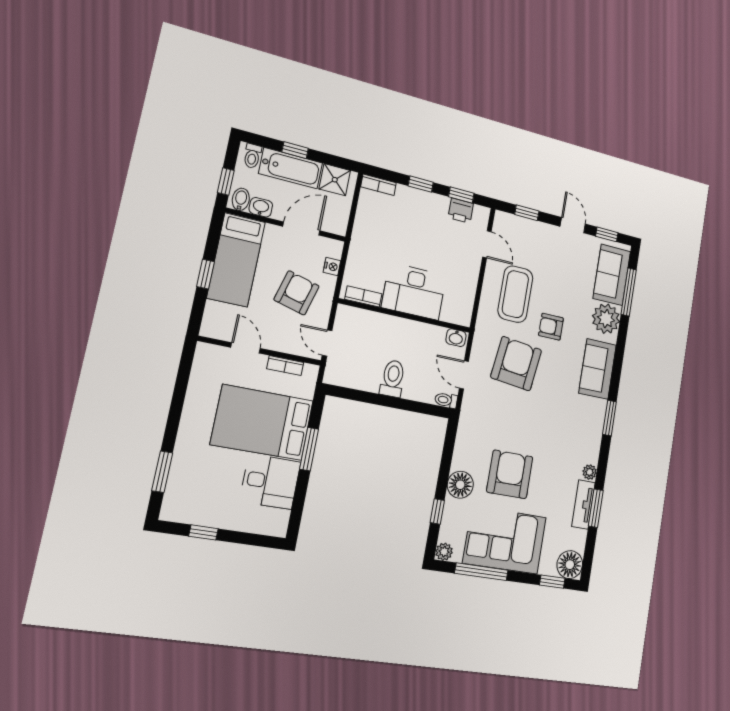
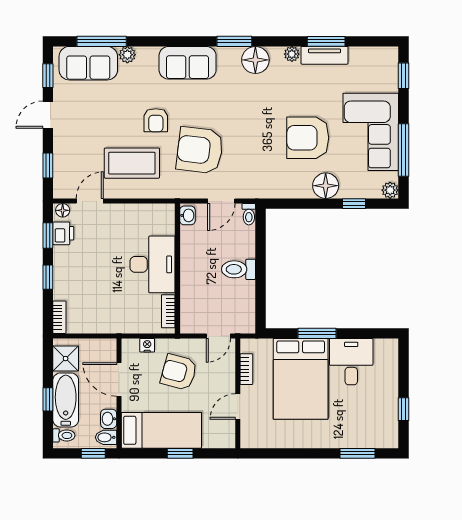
floor lamp: (483, 216) -> (63, 210), added
plant: (606, 319) -> (127, 55), width x0.53, depth x0.53
floor lamp: (570, 565) -> (255, 60), moved

